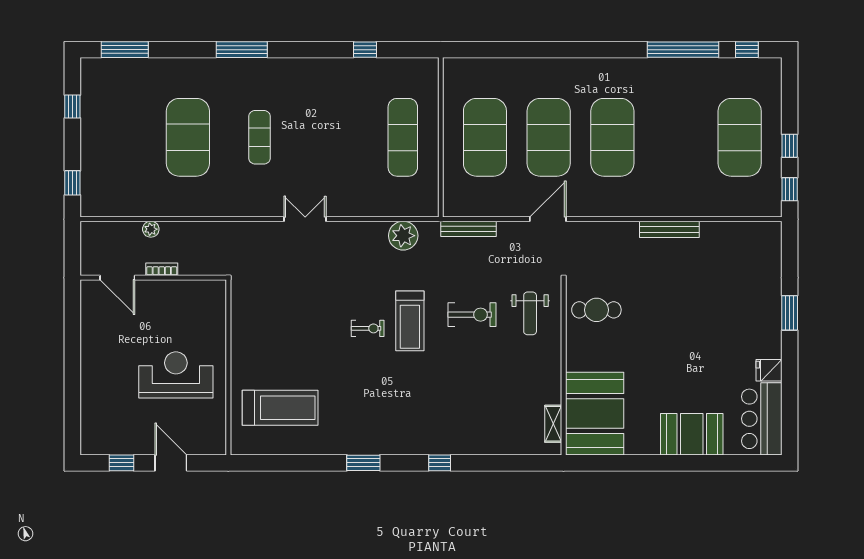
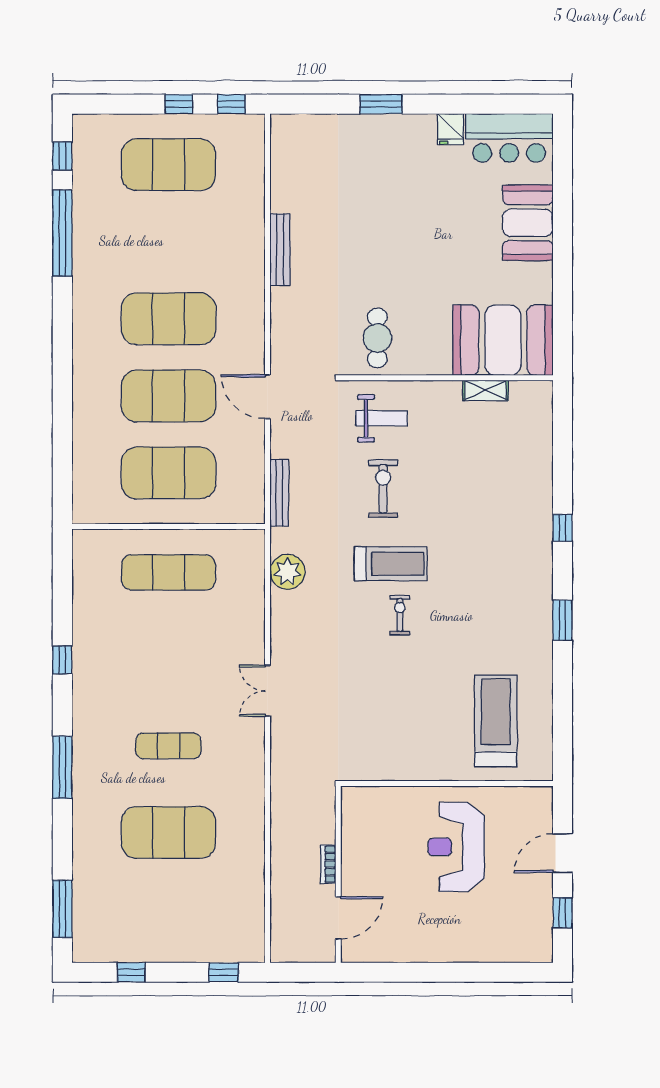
window: (365, 50) -> (62, 660), moved
plant: (151, 229) -> (280, 877), removed
shelving: (553, 424) -> (485, 390), moved

